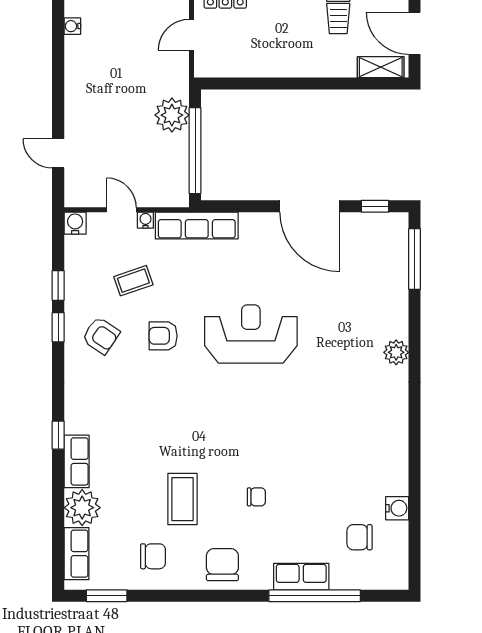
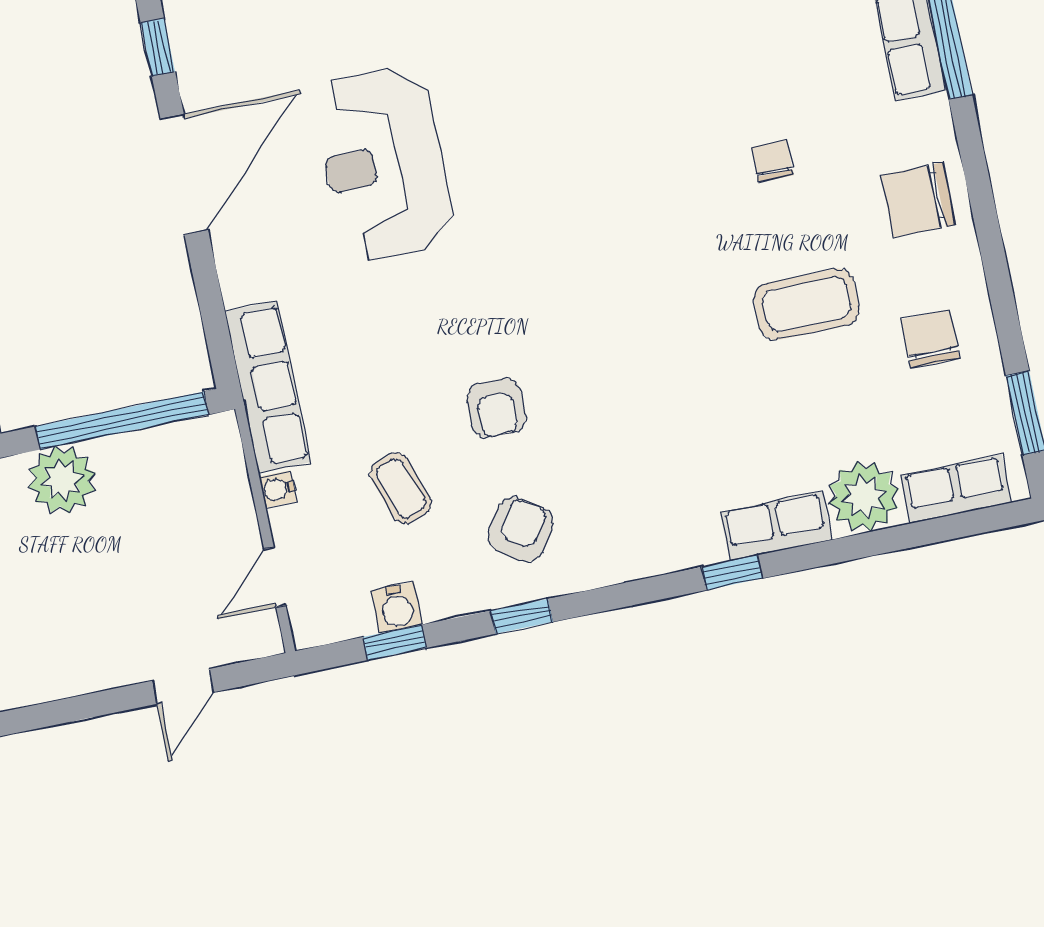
door: (121, 210) -> (275, 577), moved
water cooler: (75, 223) -> (397, 608), moved, turned -90
window: (58, 285) -> (395, 642), moved
reception desk: (251, 334) -> (384, 164), moved

